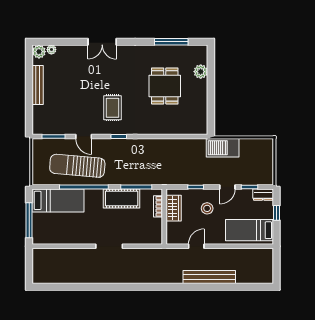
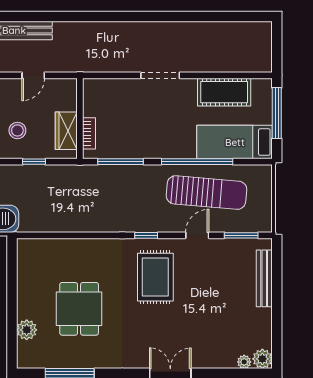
bench: (38, 85) -> (264, 278), moved
rug: (112, 108) -> (155, 277), width x1.36, depth x1.43
door: (84, 136) -> (197, 235), hinge flipped
cot: (122, 198) -> (224, 92), moved

